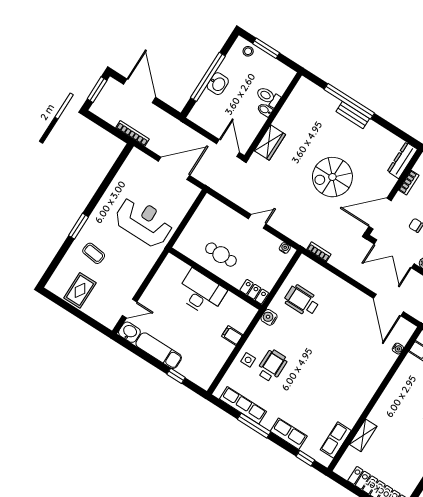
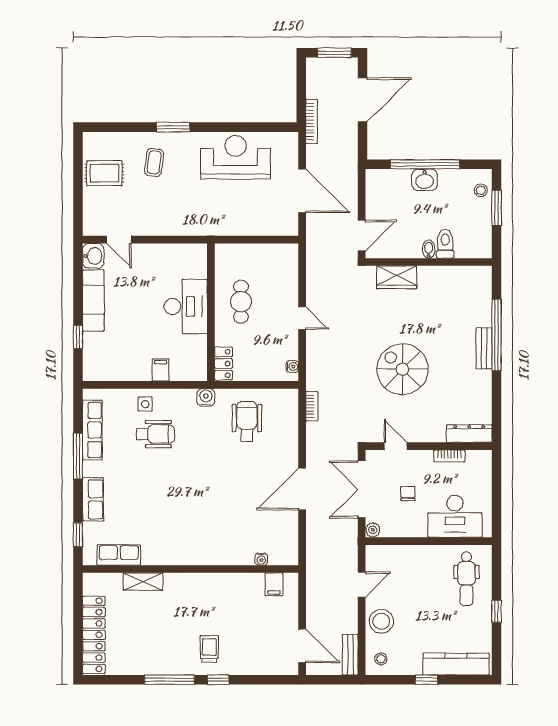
door: (380, 214) -> (396, 446), width x0.53
reception desk: (144, 222) -> (235, 157), moved, turned -90
door: (388, 305) -> (302, 489), moved

